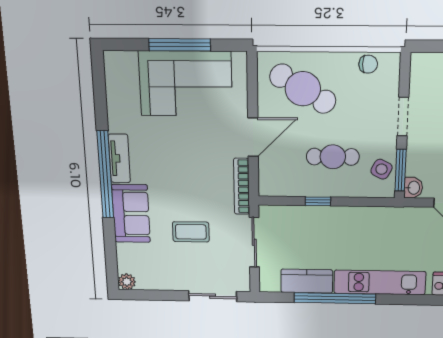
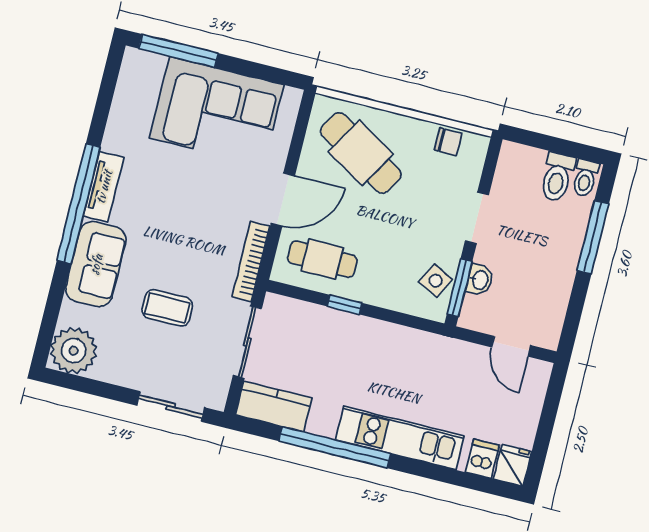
window: (180, 45) -> (179, 51), moved
cafe table: (333, 157) -> (322, 259), moved
washbasin: (413, 188) -> (480, 280), moved
kitchen counter: (307, 281) -> (274, 406), moved
plant: (127, 282) -> (74, 351), width x1.88, depth x1.88

